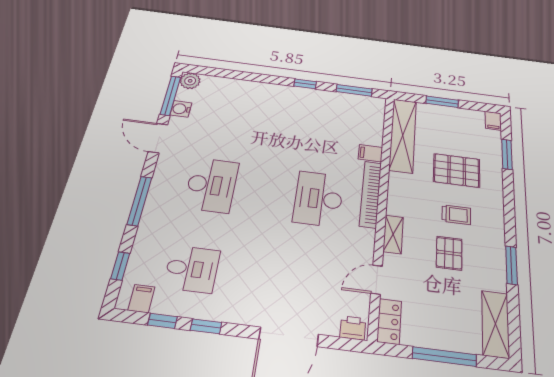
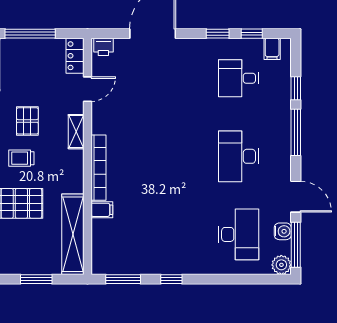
desk: (319, 199) -> (239, 234), moved
window: (120, 266) -> (296, 88), moved

